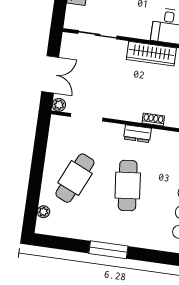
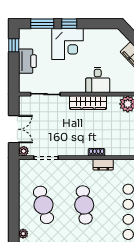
dresser: (137, 134) -> (103, 165), moved
cafe table: (75, 178) -> (43, 205), turned -39

